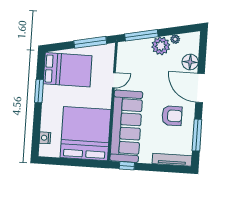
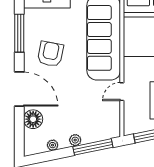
plant: (161, 46) -> (75, 140), width x0.53, depth x0.53
armchair: (172, 116) -> (50, 54), turned 101

